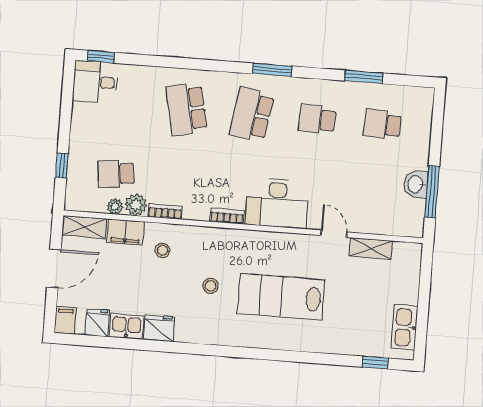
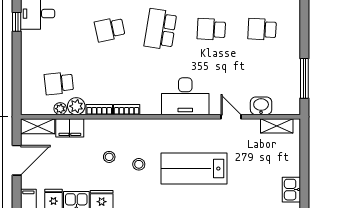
school desk: (187, 109) -> (110, 29), width x0.54
window: (62, 166) -> (17, 22), moved
washbasin: (416, 184) -> (261, 106), moved, turned 90
bookcase: (227, 216) -> (127, 110), moved
shelving: (371, 248) -> (277, 126), moved
stool: (162, 250) -> (109, 157), moved
kitchen sink: (405, 327) -> (291, 190), width x0.73

